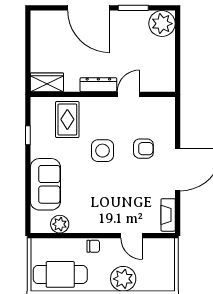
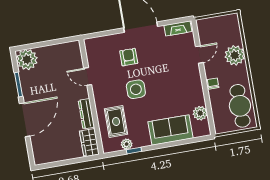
dresser: (98, 85) -> (86, 114), moved
rug: (67, 119) -> (116, 121), turned 90
plant: (37, 128) -> (127, 144), added

